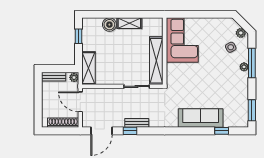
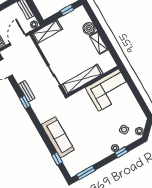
window: (252, 63) -> (121, 152), width x0.46
window: (130, 131) -> (25, 102), moved

